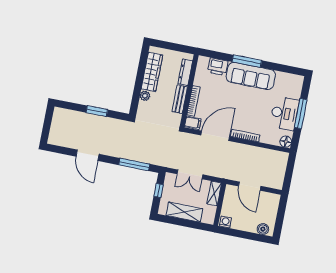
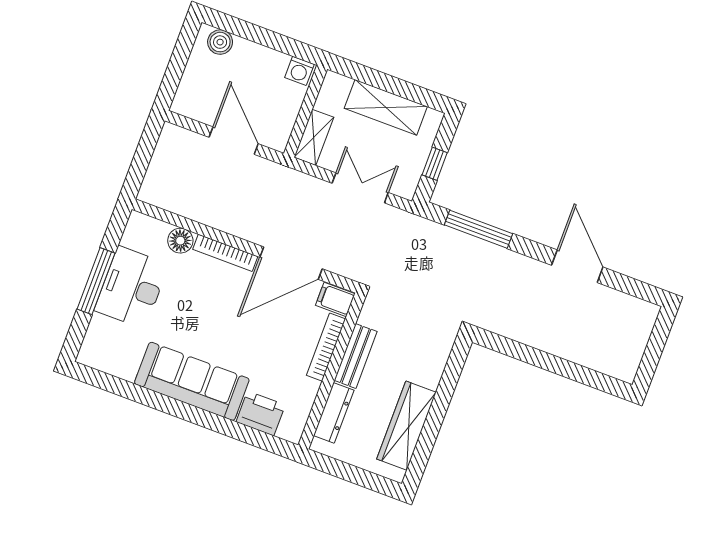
window: (247, 61) -> (195, 415), removed
plant: (145, 96) -> (430, 376), removed
window: (97, 111) -> (541, 359), removed
floor lamp: (286, 142) -> (180, 241), moved

